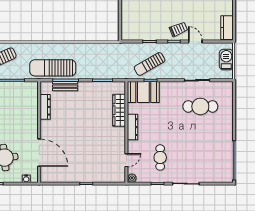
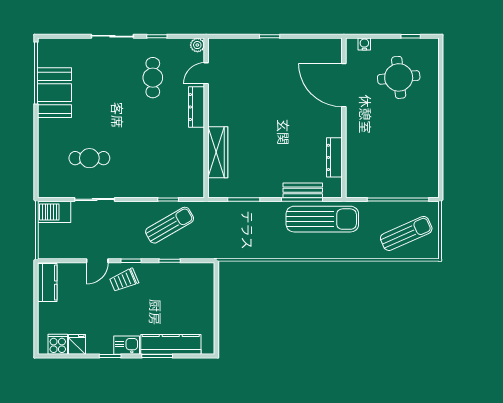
door: (195, 41) -> (97, 261), hinge flipped
barbecue: (226, 60) -> (54, 212), moved, turned 90
booth: (143, 92) -> (55, 93), moved, turned 90
cafe table: (200, 106) -> (89, 158), width x0.73, depth x0.74
dresser: (133, 127) -> (196, 107), moved

